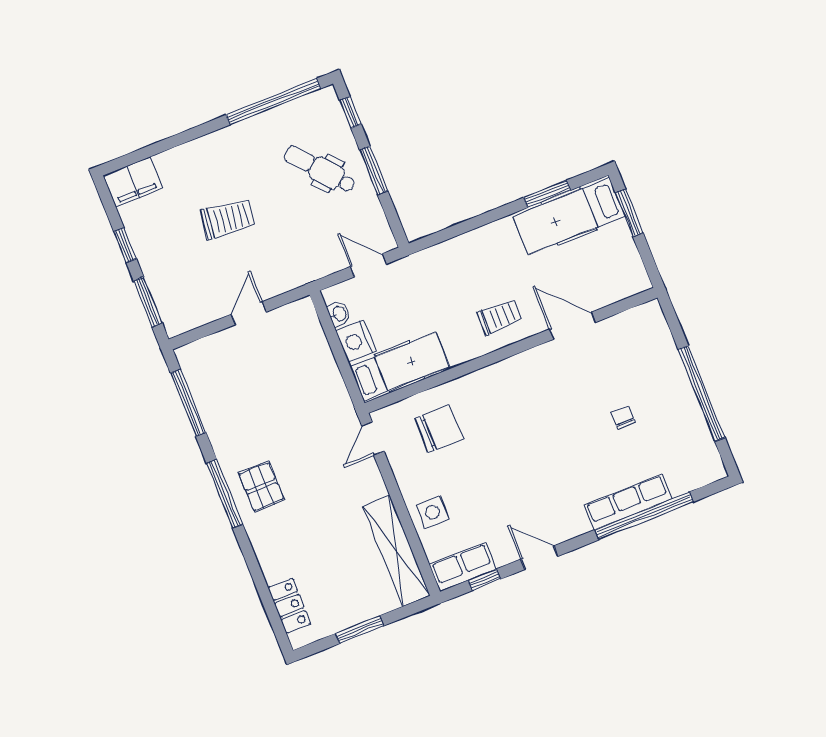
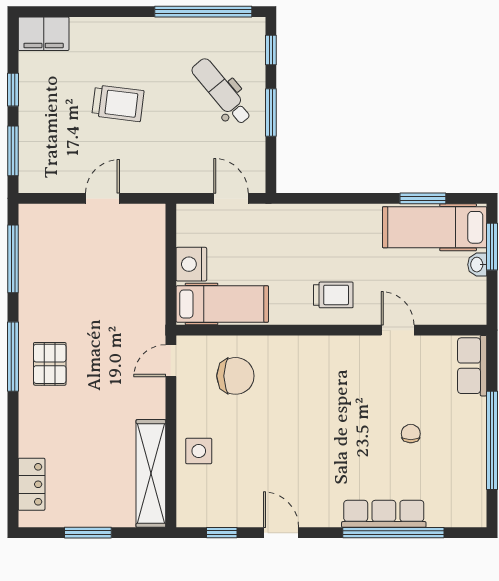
washbasin: (339, 314) -> (477, 265), moved, turned 180
door: (572, 326) -> (398, 330), width x0.73
row of seats: (463, 567) -> (472, 366), moved, turned -90

